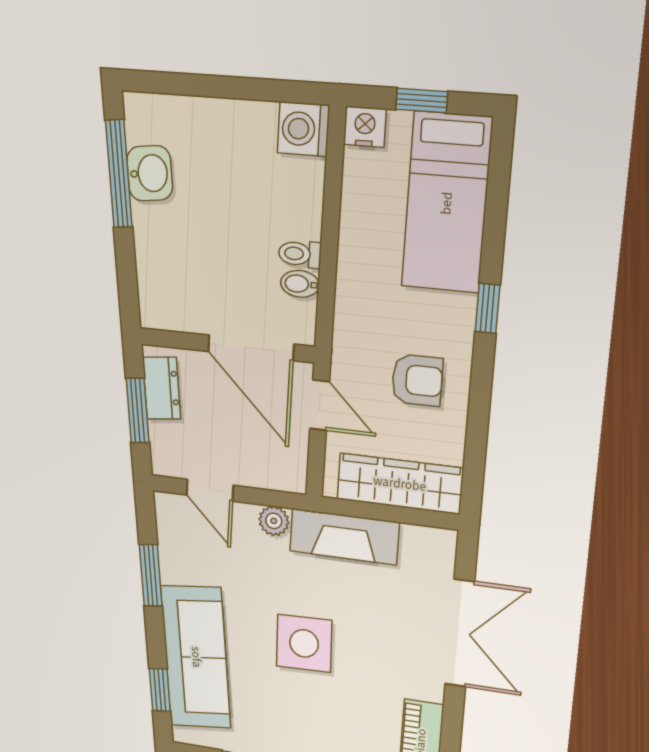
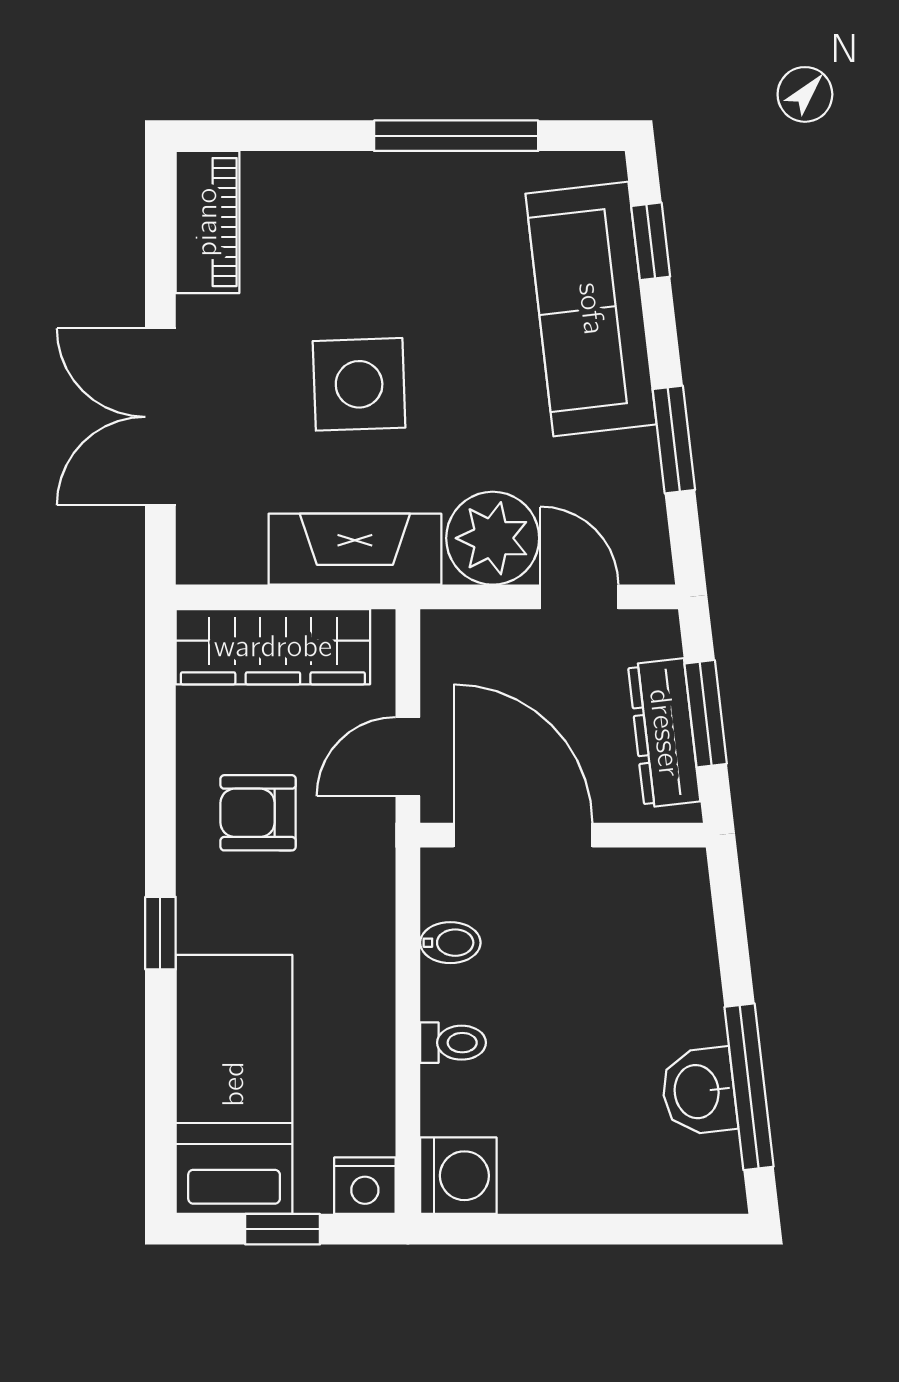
toilet: (300, 254) -> (453, 1043), moved
dresser: (162, 388) -> (664, 733), width x1.44
door: (320, 405) -> (408, 757), hinge flipped
plant: (274, 521) -> (493, 538), width x1.87, depth x1.87
side table: (304, 643) -> (359, 384), moved

